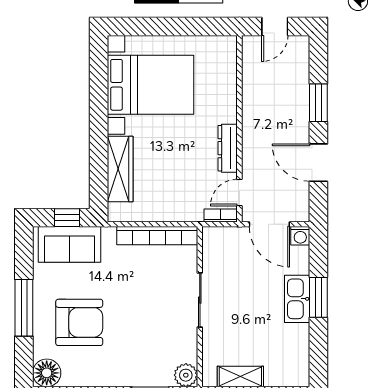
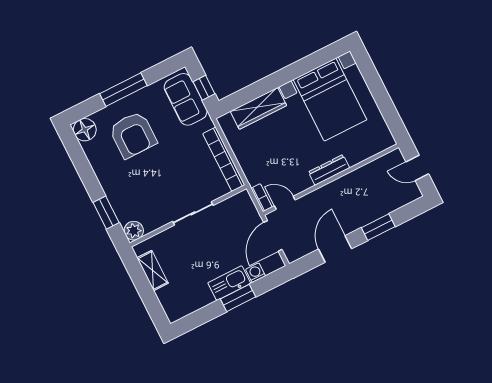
dresser: (228, 148) -> (329, 170), moved
washing machine: (300, 236) -> (255, 273), moved, turned 90

